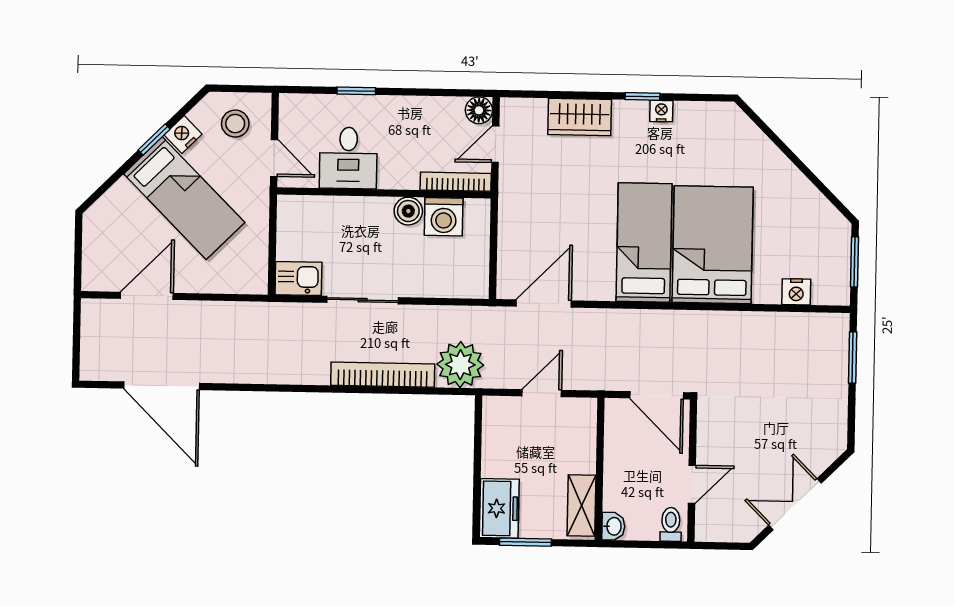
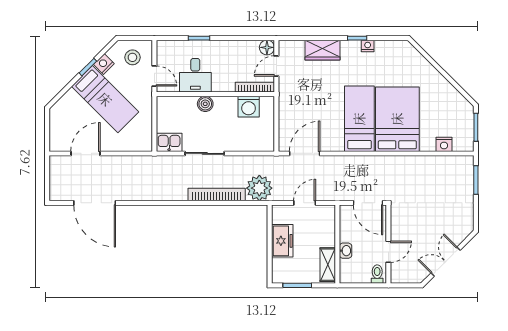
boiler: (408, 211) -> (205, 104), moved
freezer: (499, 508) -> (282, 241), moved
washbasin: (613, 526) -> (346, 251), moved

